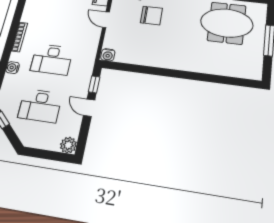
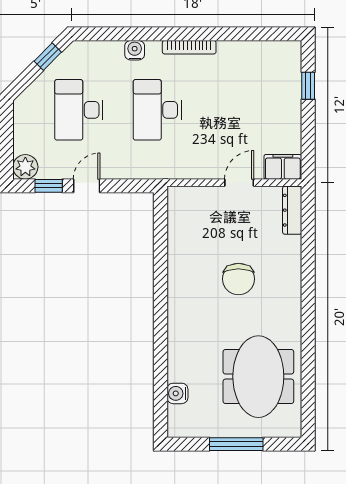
chair: (151, 16) -> (238, 279), moved
water cooler: (108, 55) -> (177, 393), moved
window: (94, 84) -> (49, 186), moved

